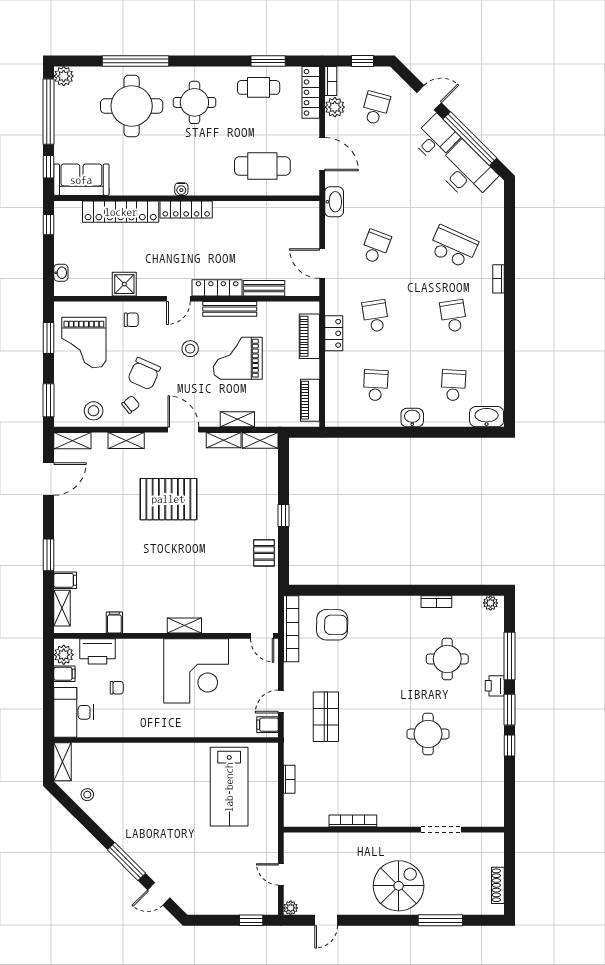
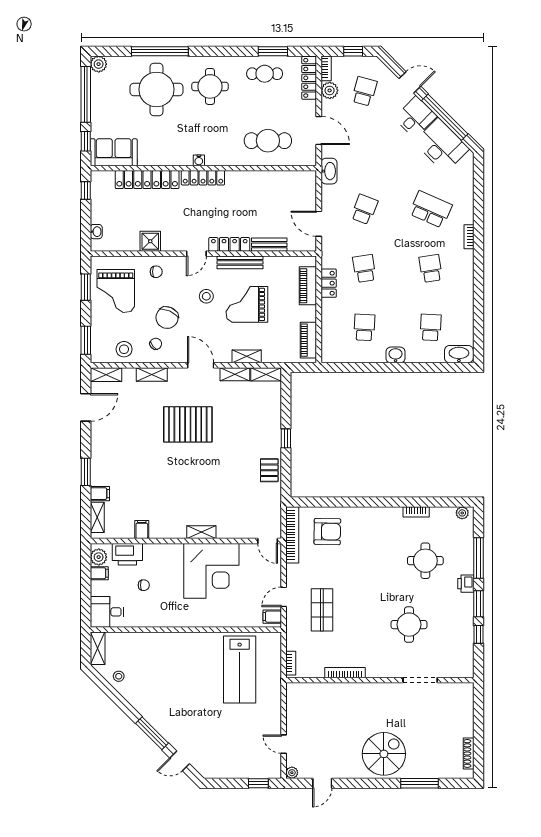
desk: (74, 712) -> (107, 612), width x0.73
bookcase: (353, 821) -> (345, 673), moved
wall: (394, 830) -> (380, 680), moved
doorway: (441, 830) -> (420, 680), moved

